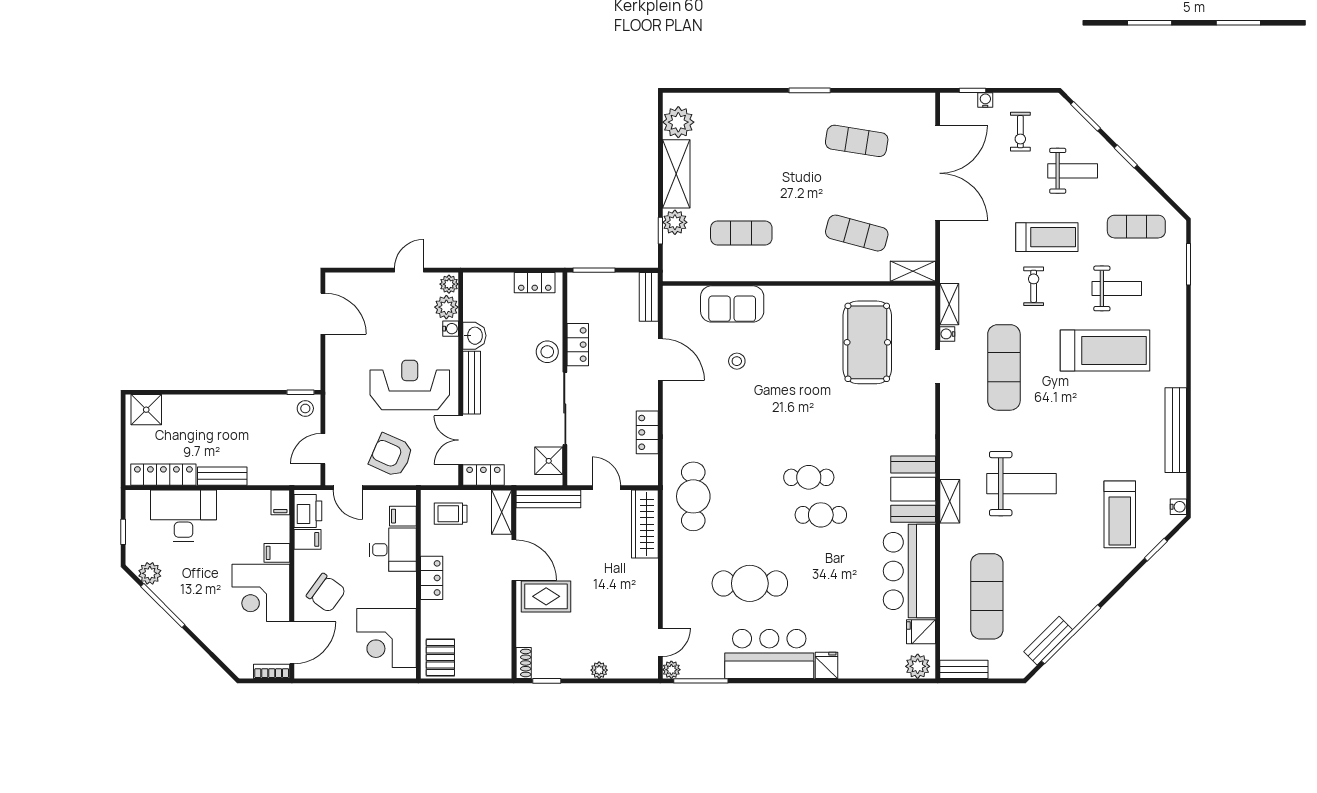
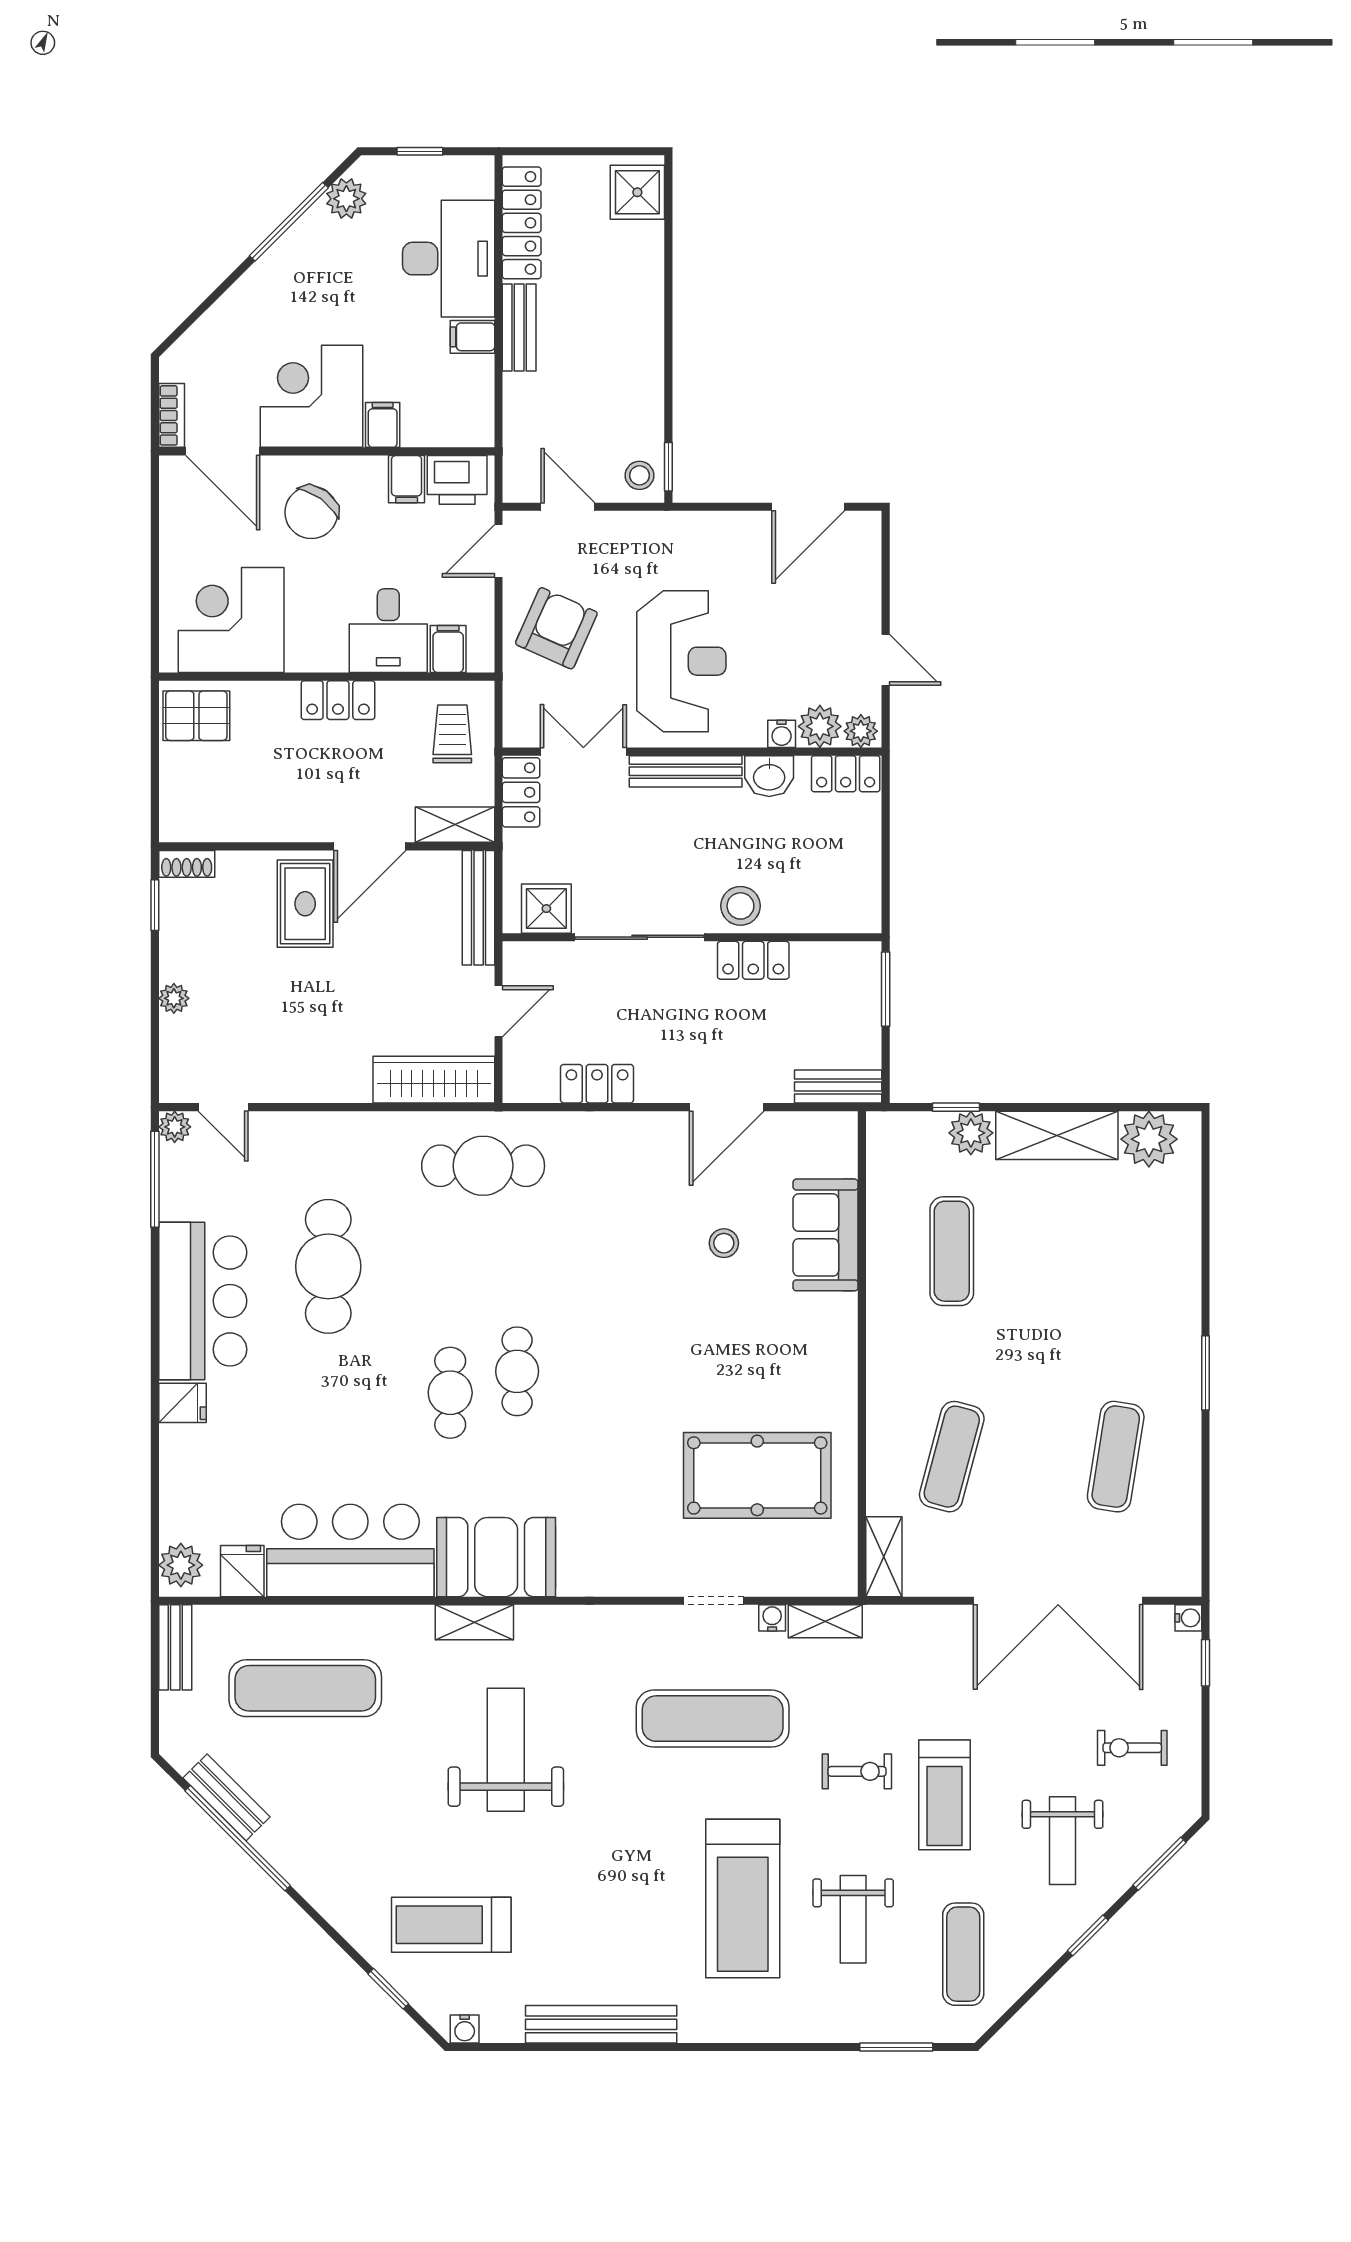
water cooler: (985, 100) -> (1188, 1618), moved
locker: (535, 283) -> (846, 774), moved, turned -90
weight bench: (1021, 484) -> (506, 1750), turned 180
filing cabinet: (280, 502) -> (473, 337), moved

